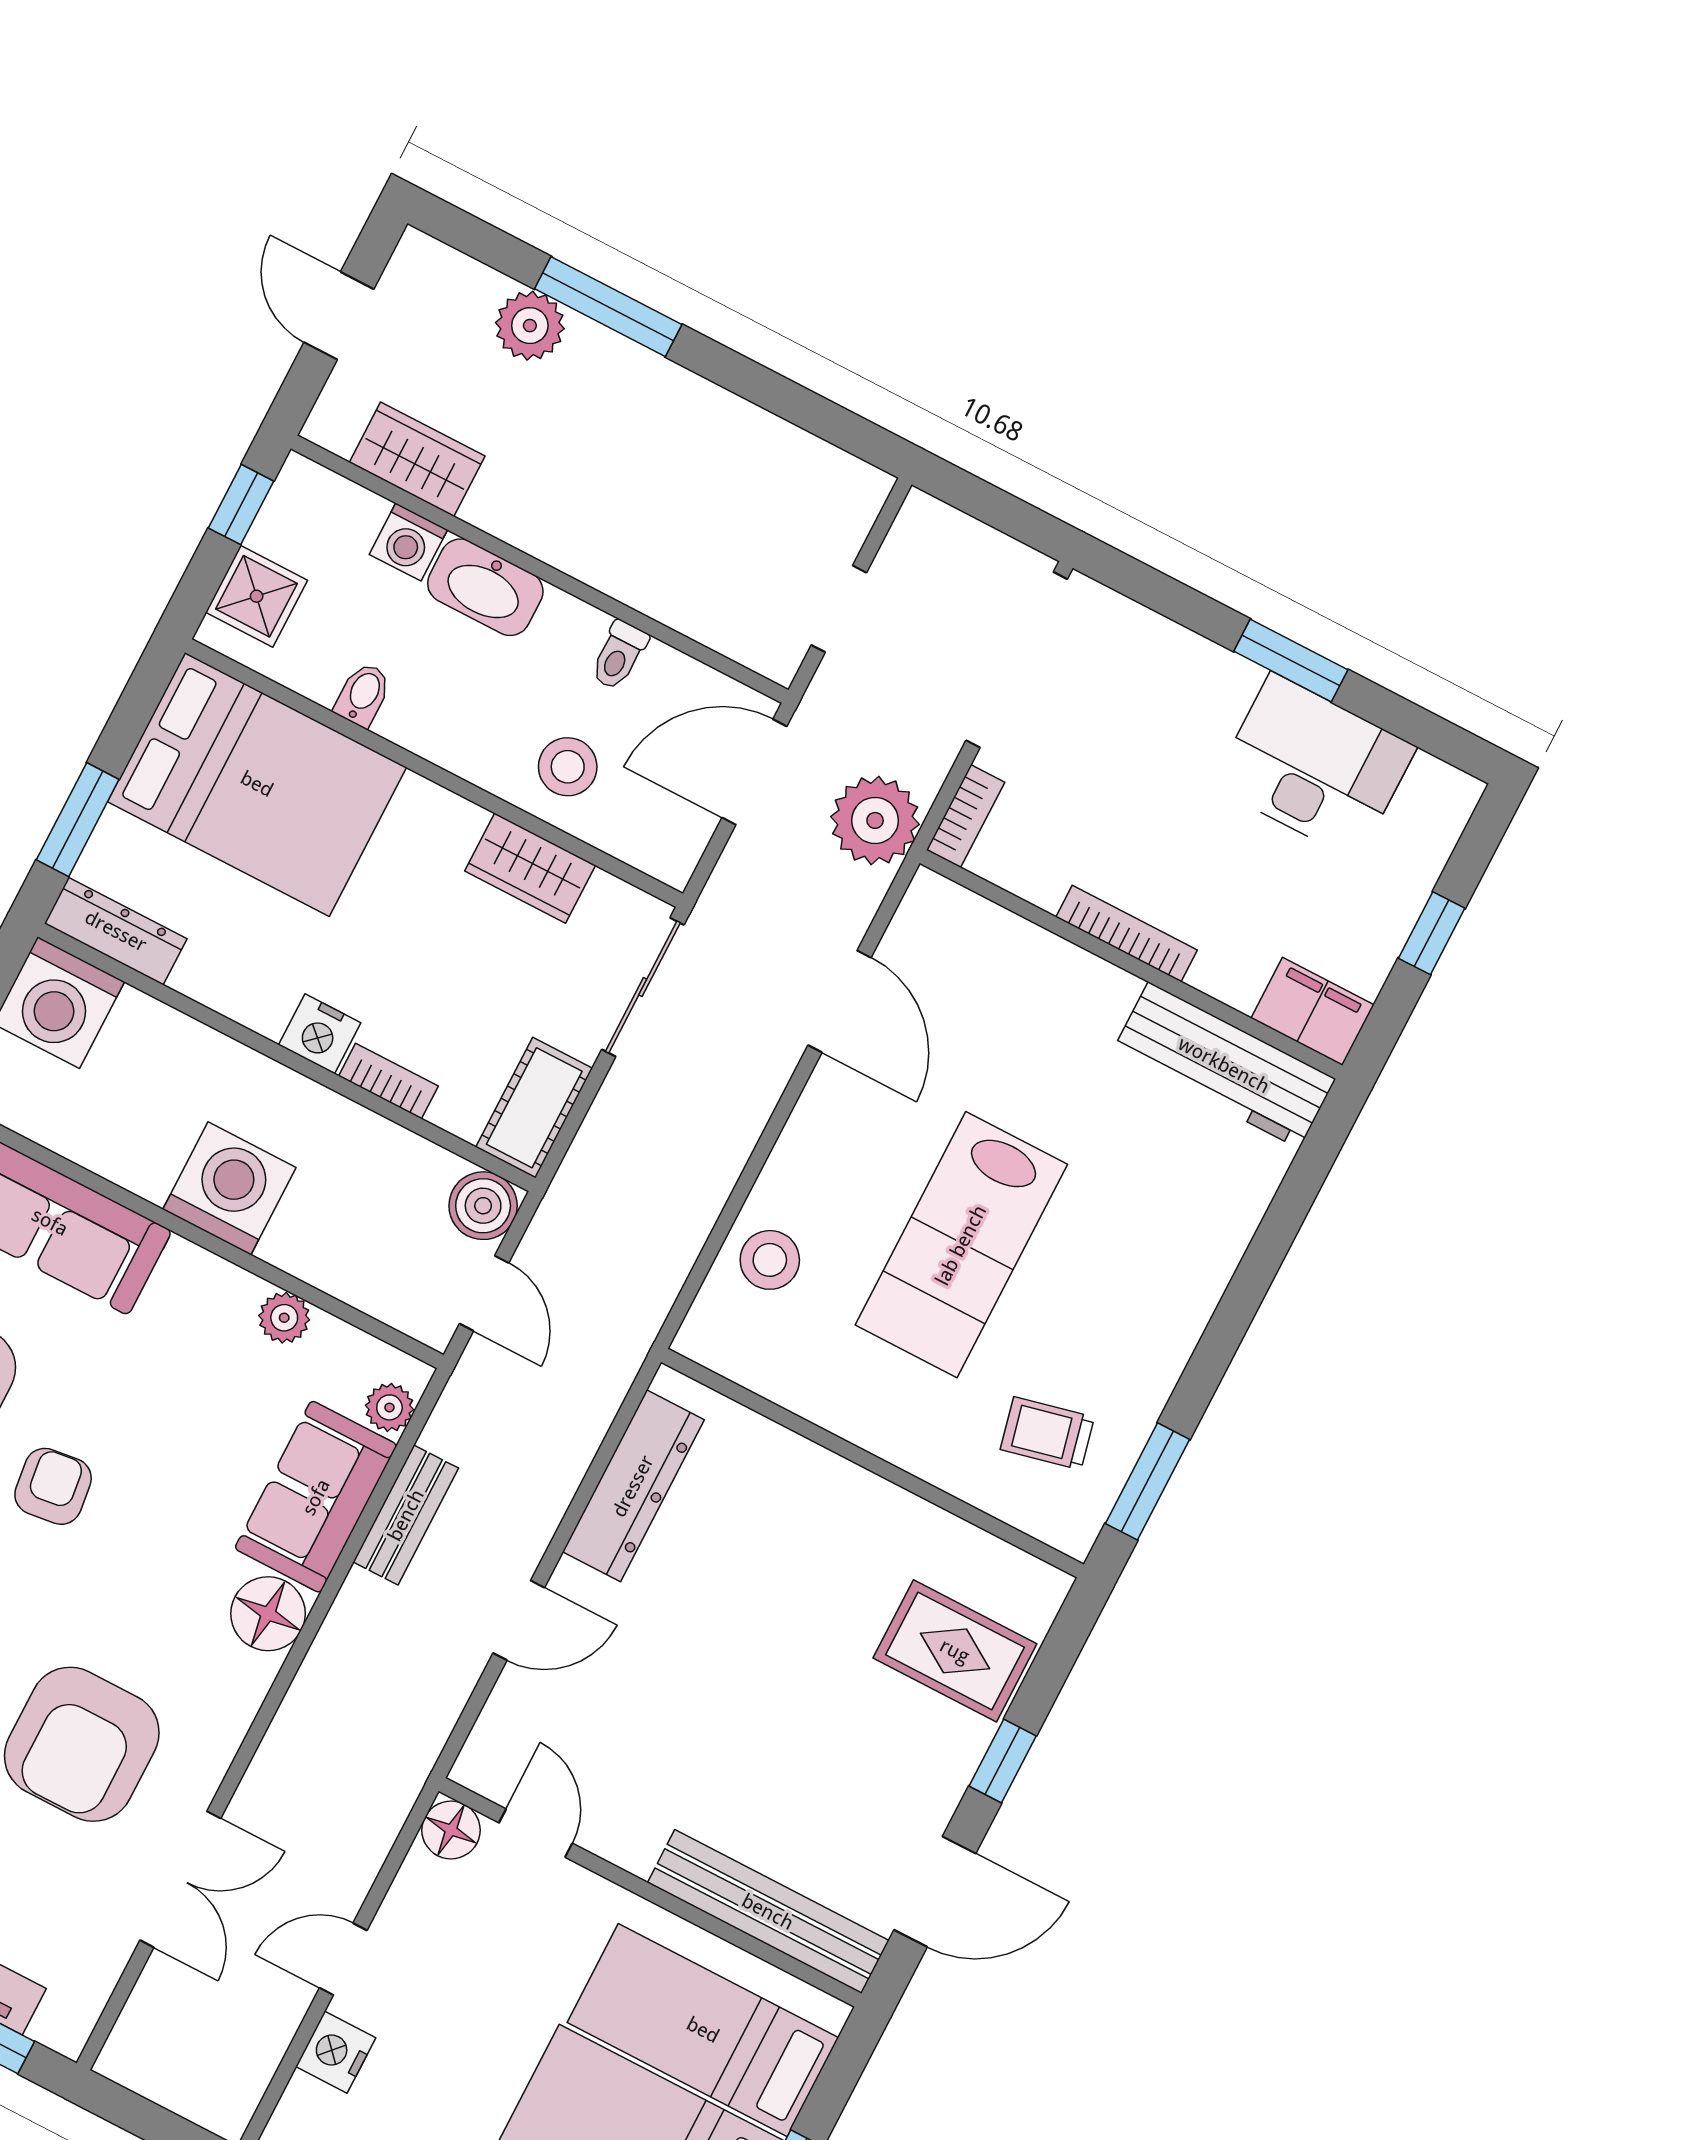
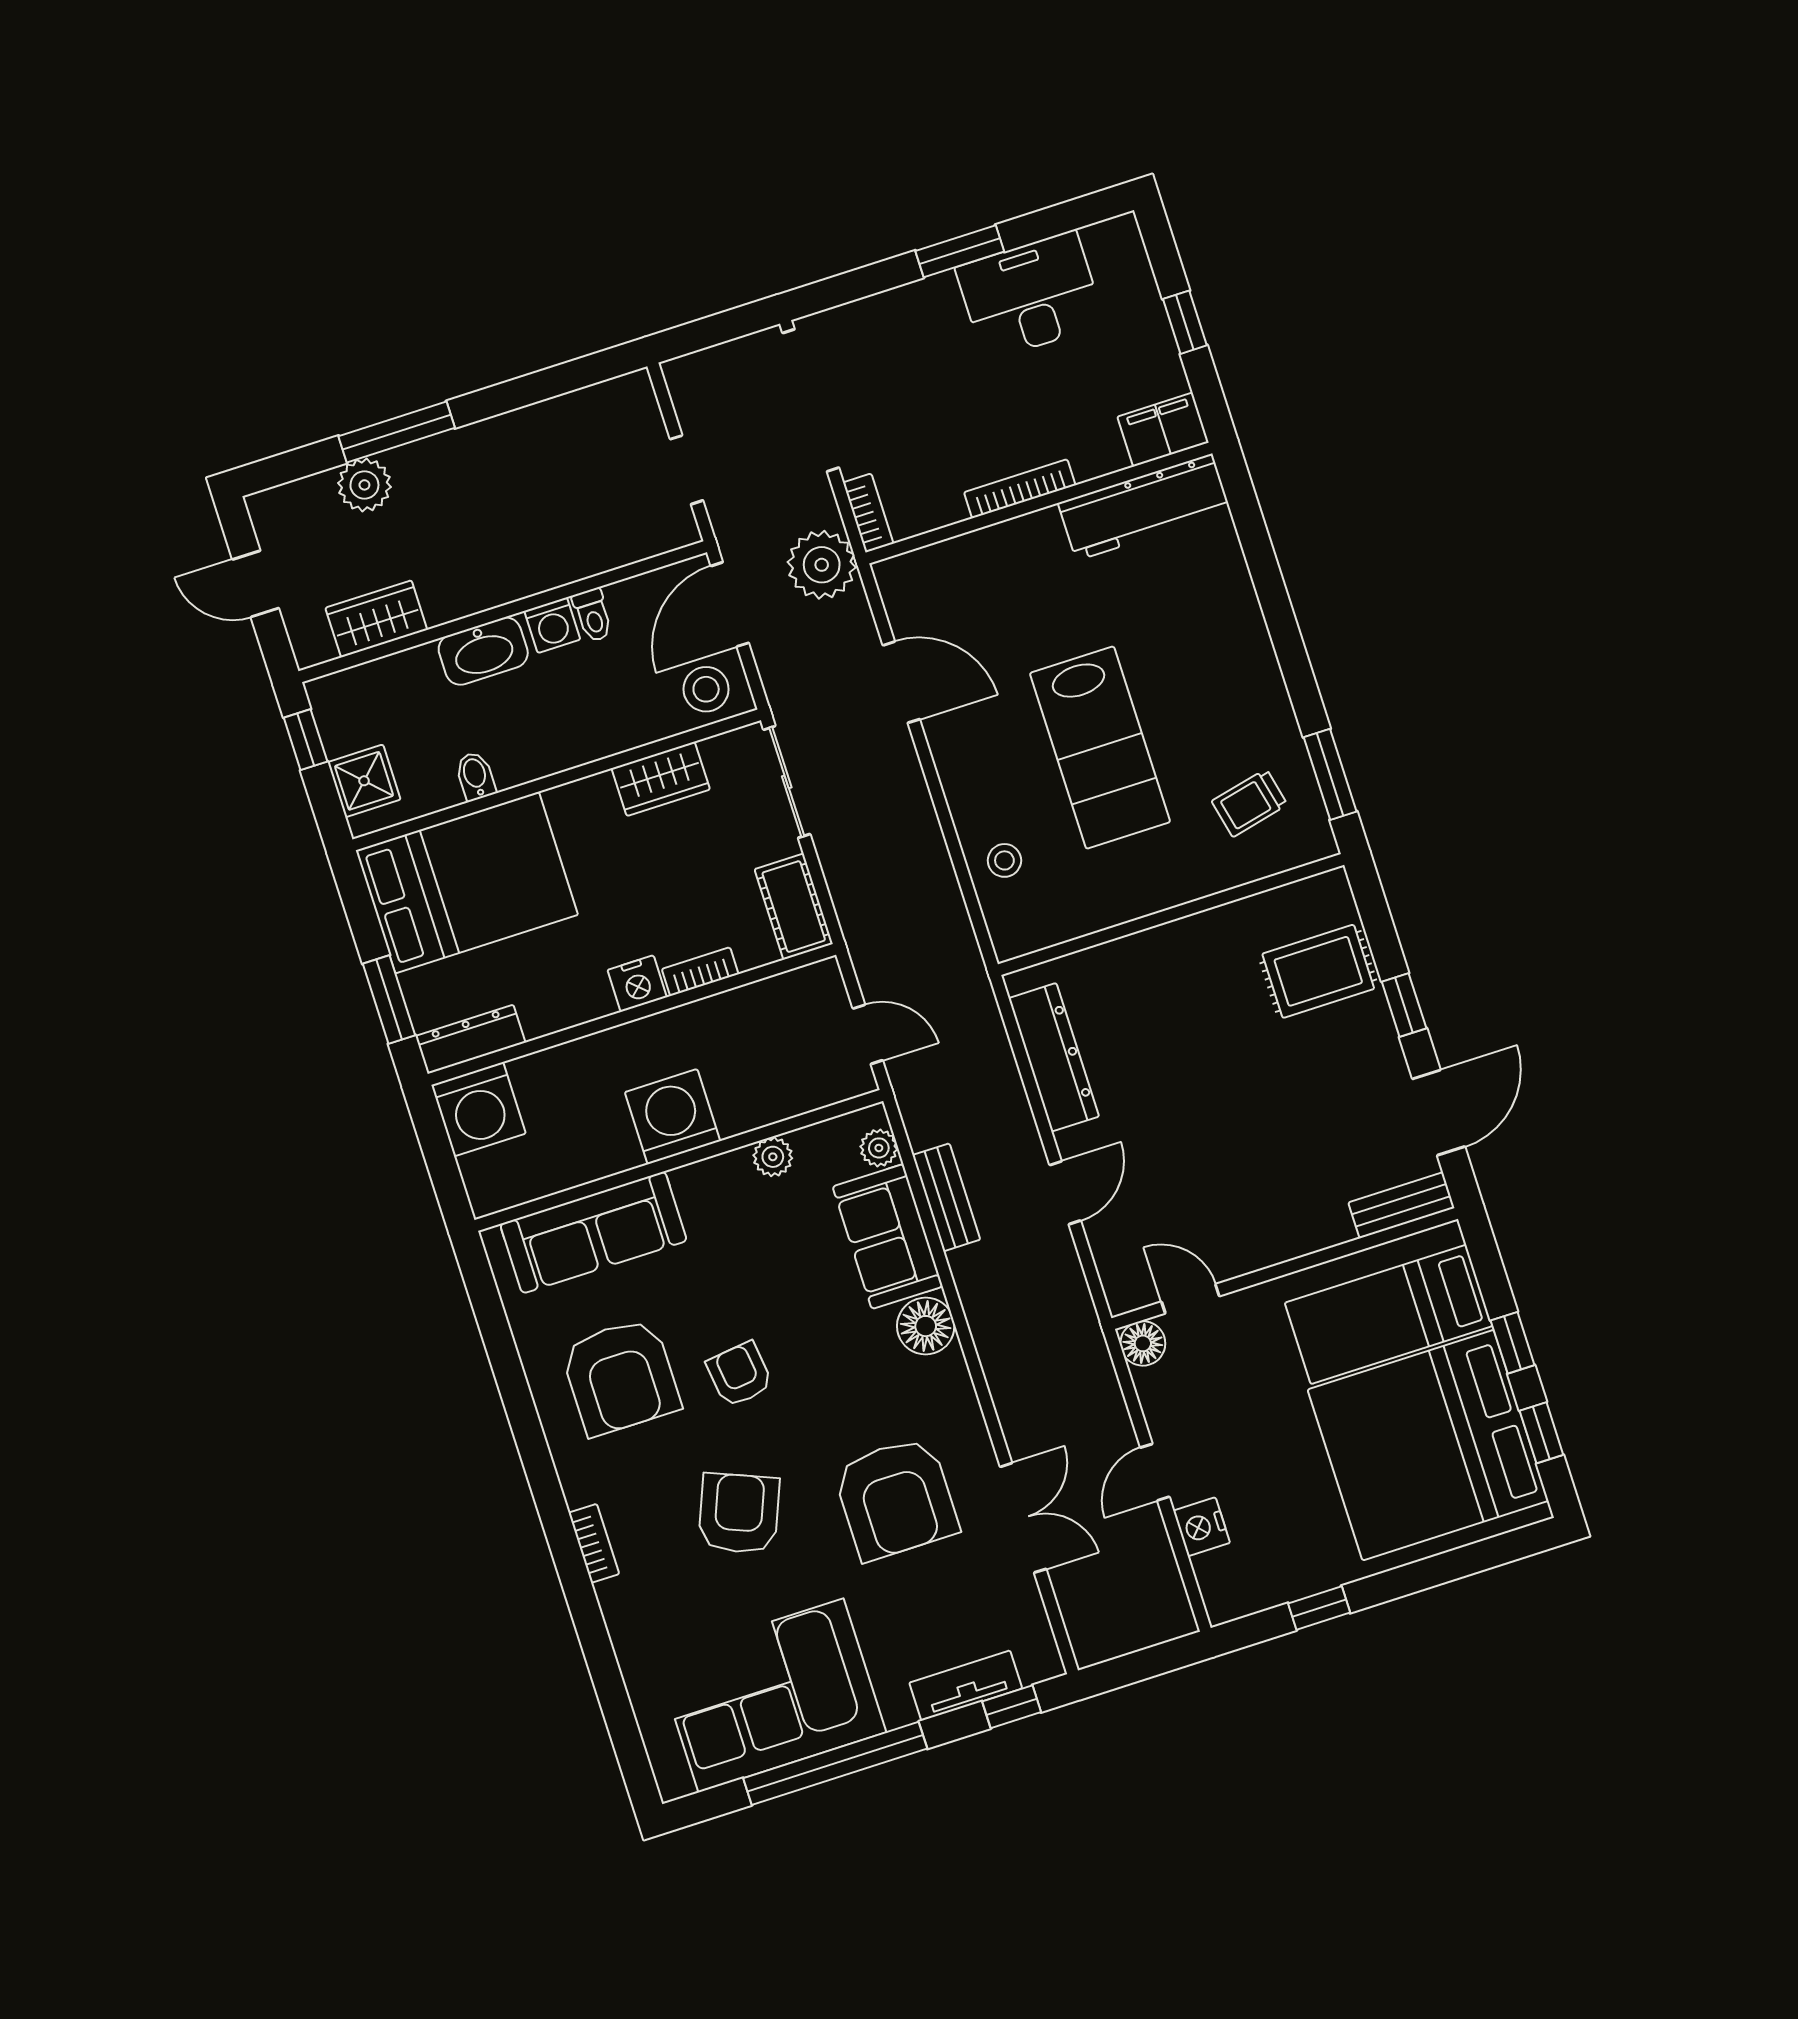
washing machine: (408, 542) -> (552, 625), moved
stool: (568, 767) -> (706, 689), moved
boiler: (483, 1206) -> (819, 988), removed
stool: (770, 1260) -> (1004, 860), width x0.73, depth x0.73
bench: (768, 1912) -> (1401, 1205), width x0.54, depth x0.82

